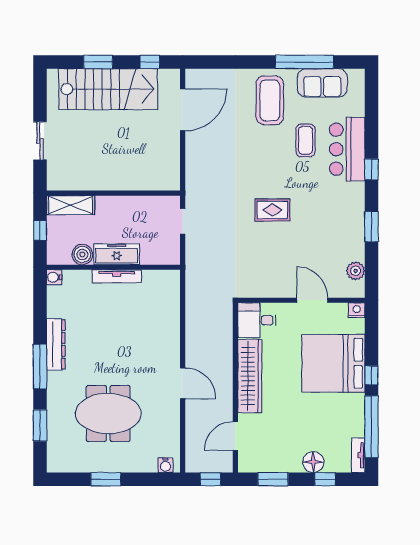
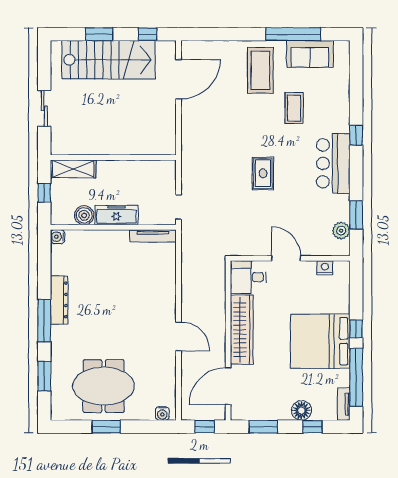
bar counter: (347, 149) -> (333, 163), moved
rug: (272, 210) -> (263, 173), turned 90
doorway: (183, 221) -> (178, 207), moved
window: (371, 227) -> (356, 215), moved
tv unit: (117, 276) -> (153, 236), moved
door: (312, 300) -> (286, 258), moved
nightstand: (357, 310) -> (325, 268), moved
bed: (333, 363) -> (320, 341), moved
meeting table: (108, 413) -> (104, 386), moved
door: (235, 436) -> (228, 386), width x1.36

